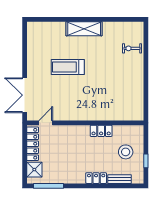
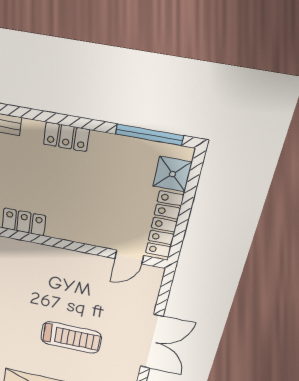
double door: (25, 95) -> (152, 342), moved
locker: (96, 178) -> (66, 137), moved

